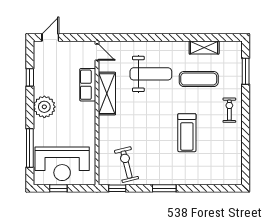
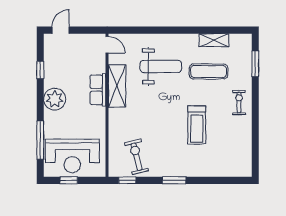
row of seats: (88, 85) -> (98, 90), moved

